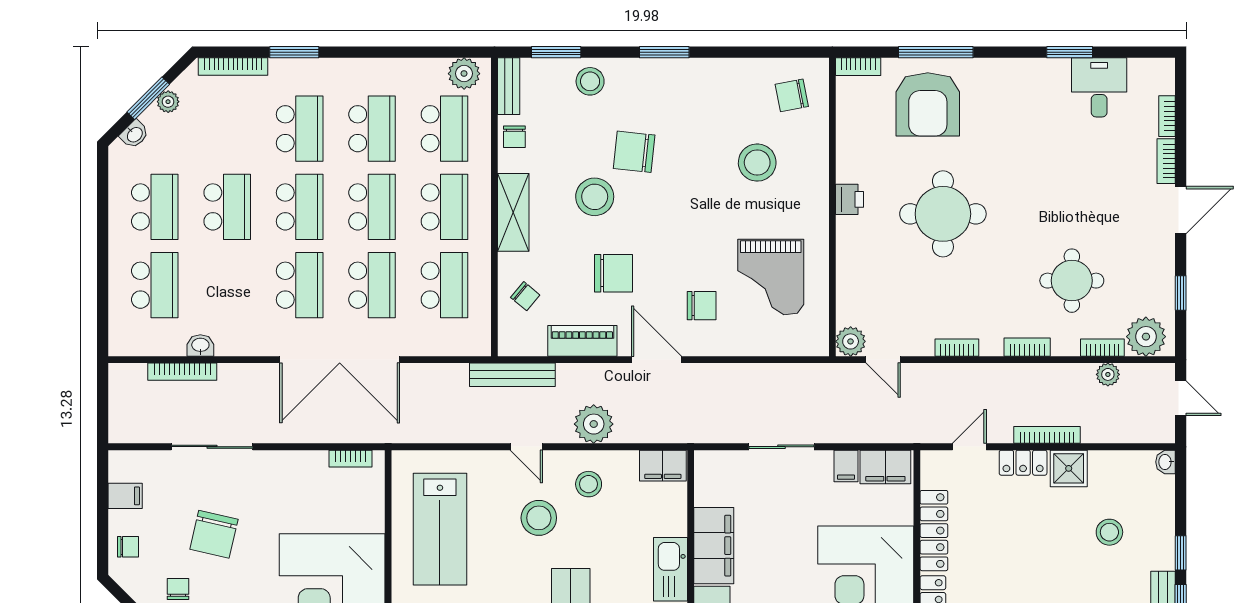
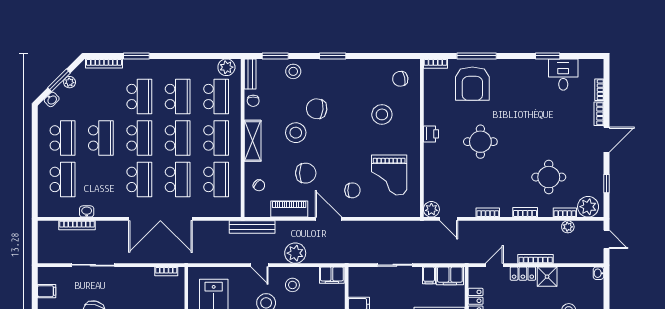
round table: (943, 214) -> (480, 142), width x0.73, depth x0.73

